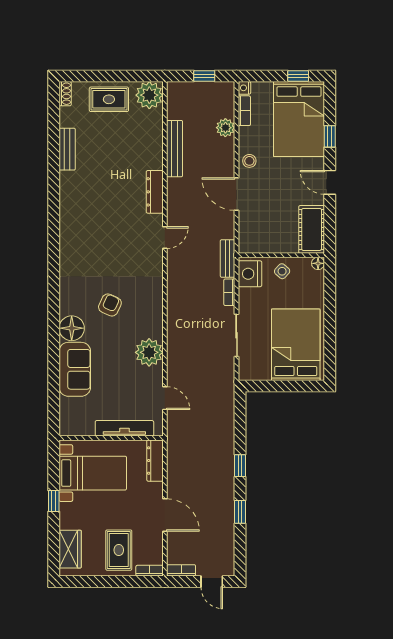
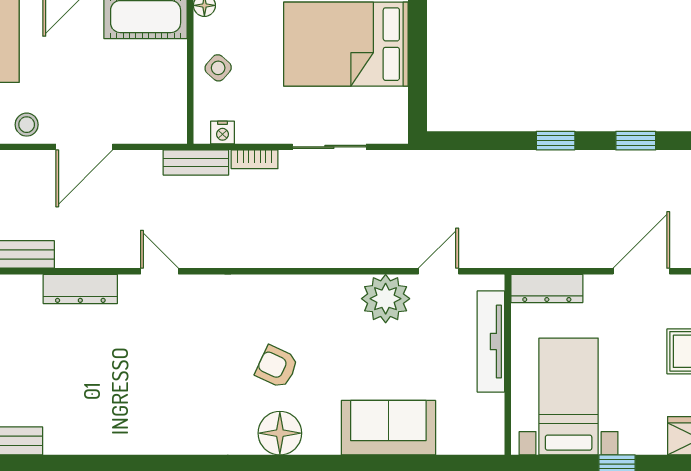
nightstand: (250, 274) -> (222, 132), width x0.53, depth x0.56
floor lamp: (72, 328) -> (280, 433), moved
plant: (149, 352) -> (386, 299), moved

